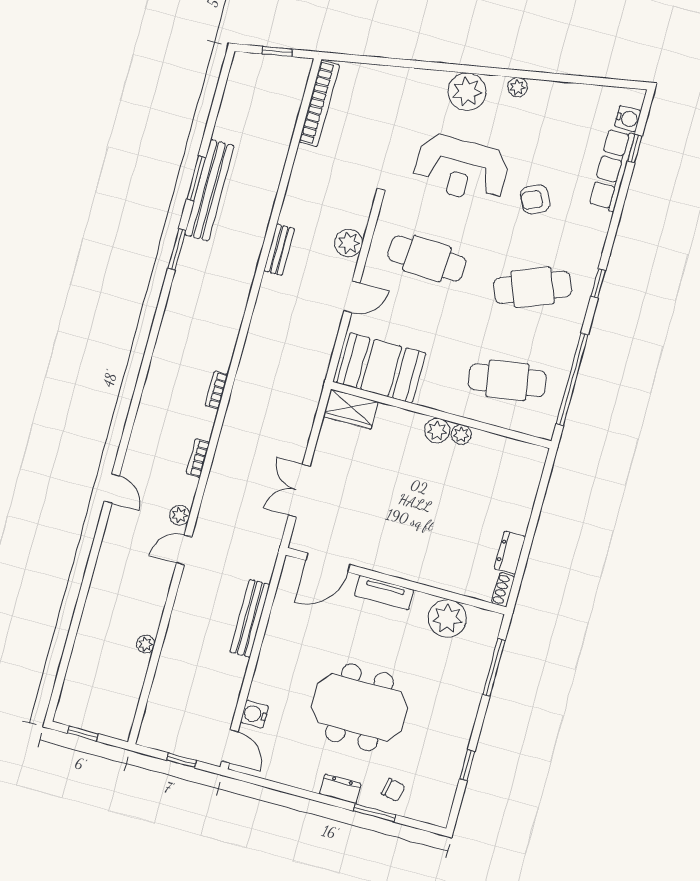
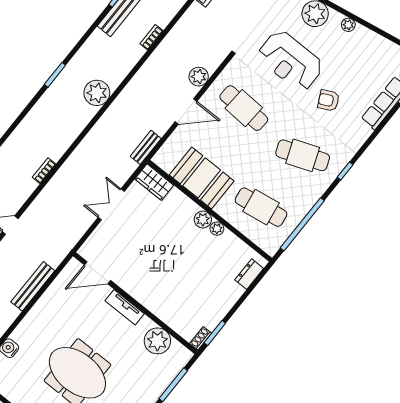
window: (177, 249) -> (55, 75), moved
bench: (279, 250) -> (146, 147), moved
door: (352, 297) -> (186, 111), width x1.37
booth: (381, 368) -> (202, 178), moved
bookcase: (216, 390) -> (152, 37), moved
double door: (299, 491) -> (111, 204), moved
plant: (180, 515) -> (97, 93), moved, width x1.87, depth x1.87
dresser: (510, 553) -> (249, 274), moved
window: (519, 575) -> (215, 333), added

